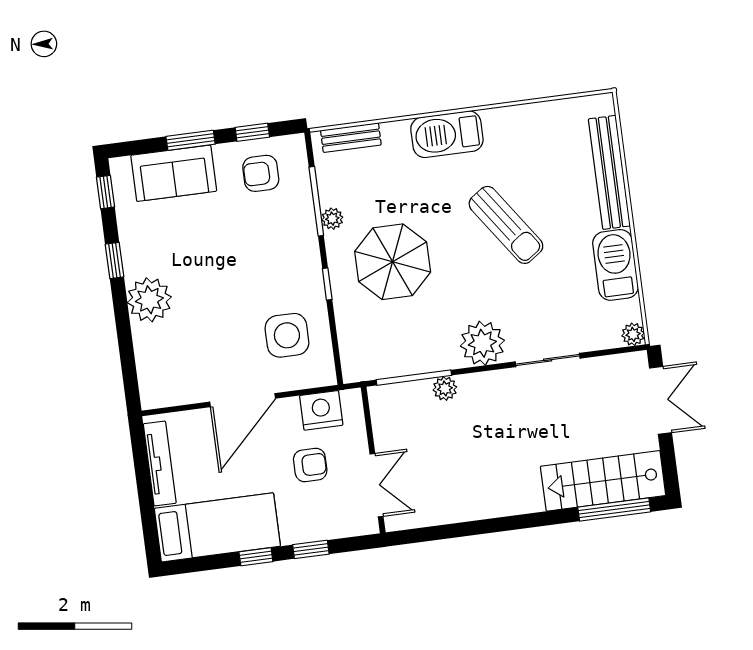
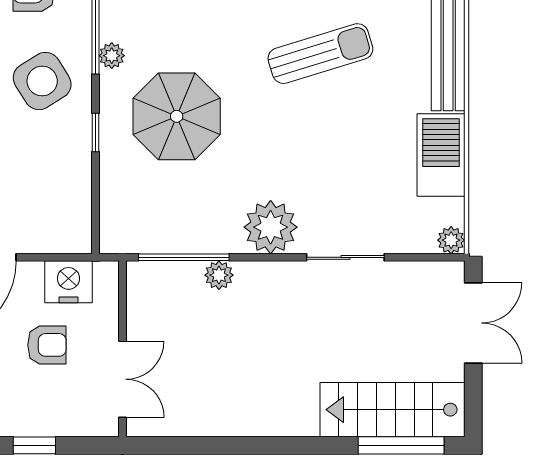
sun lounger: (506, 225) -> (320, 54), moved, turned -72
side table: (287, 335) -> (42, 81), moved, turned -32

